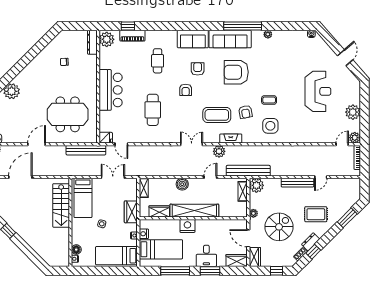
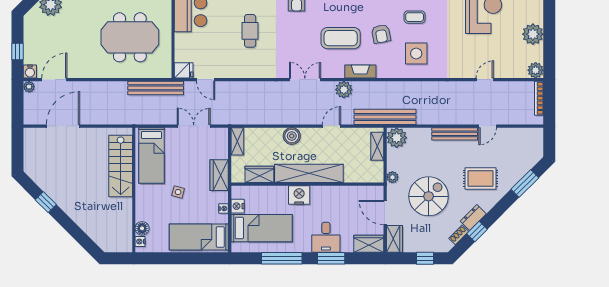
cafe table: (153, 110) -> (250, 31), width x0.73, depth x0.74
door: (37, 144) -> (54, 80), moved
door: (342, 144) -> (485, 80), moved

